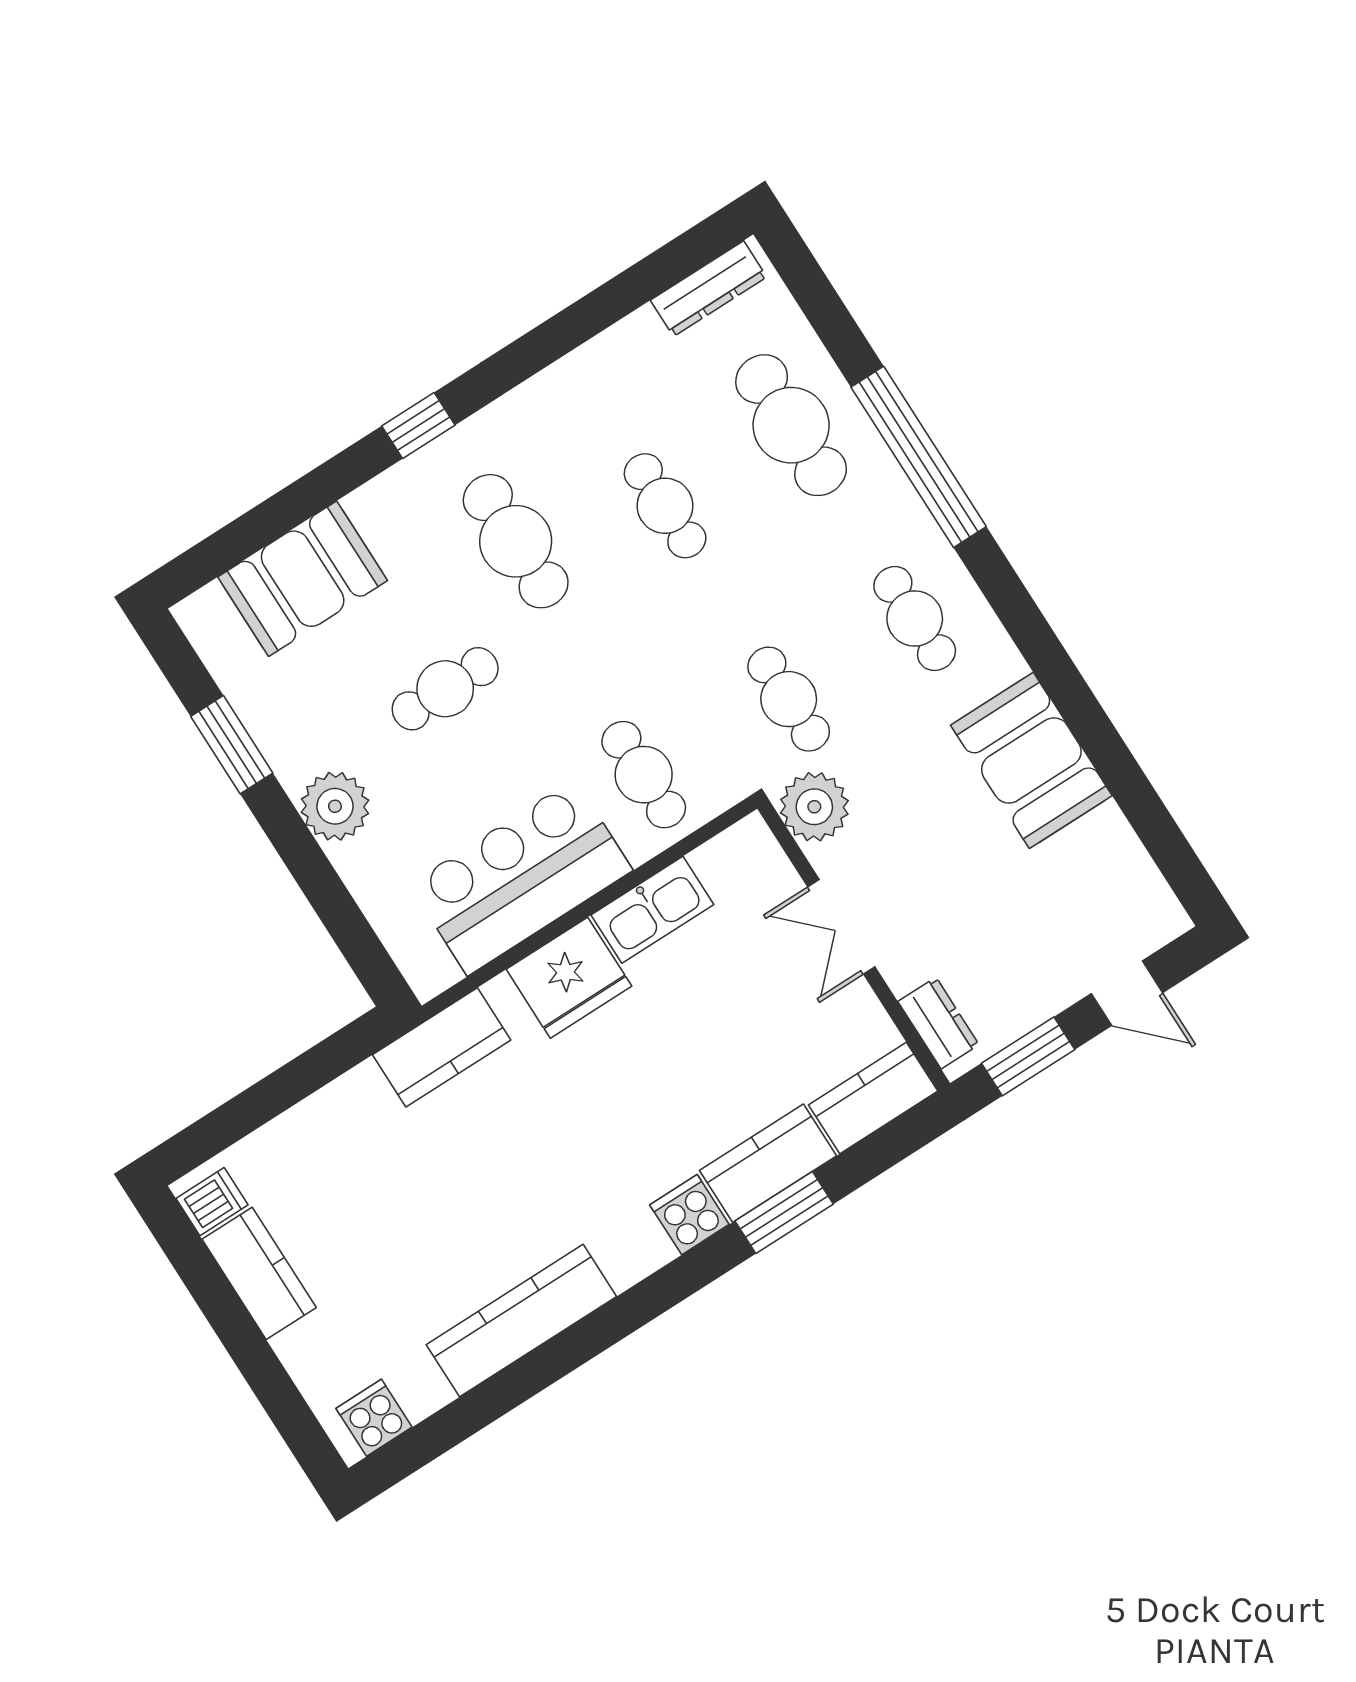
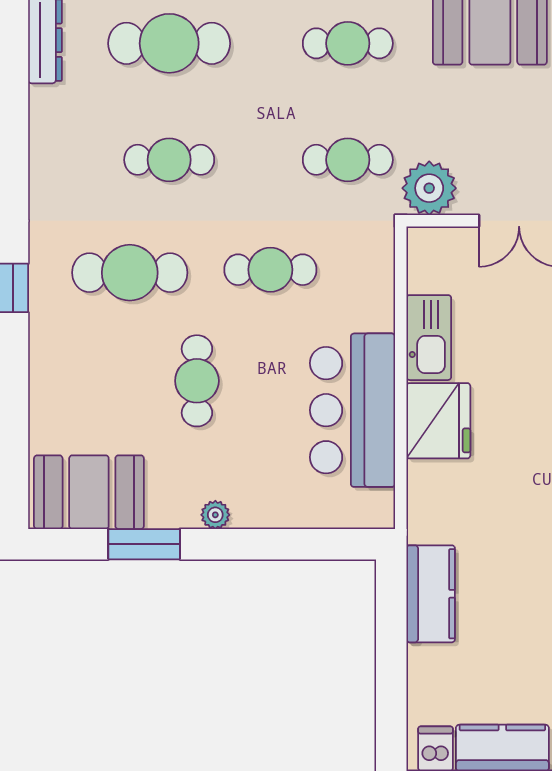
booth: (303, 579) -> (89, 492), moved, turned 90
cafe table: (644, 775) -> (270, 270), moved
plant: (335, 806) -> (215, 515), width x0.53, depth x0.53
kitchen counter: (442, 1047) -> (431, 594), moved

